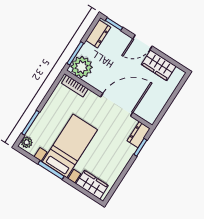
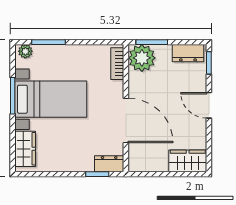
wardrobe: (159, 65) -> (188, 161), moved, turned 90

